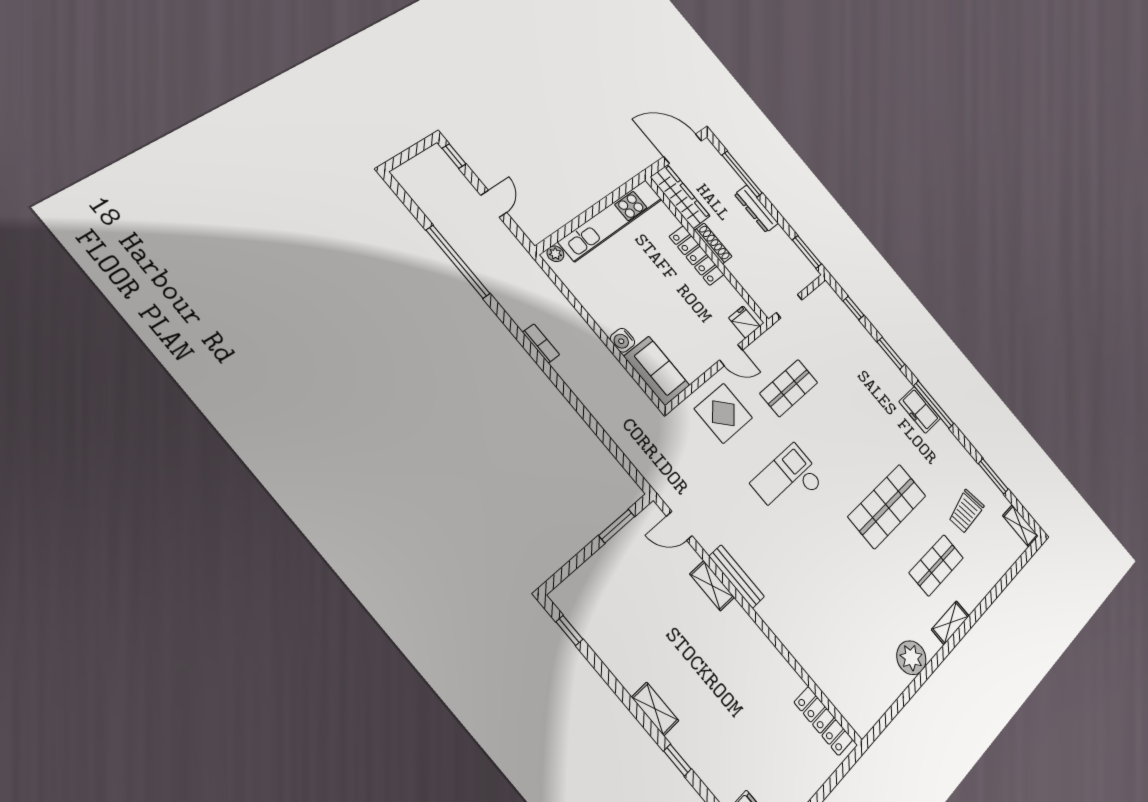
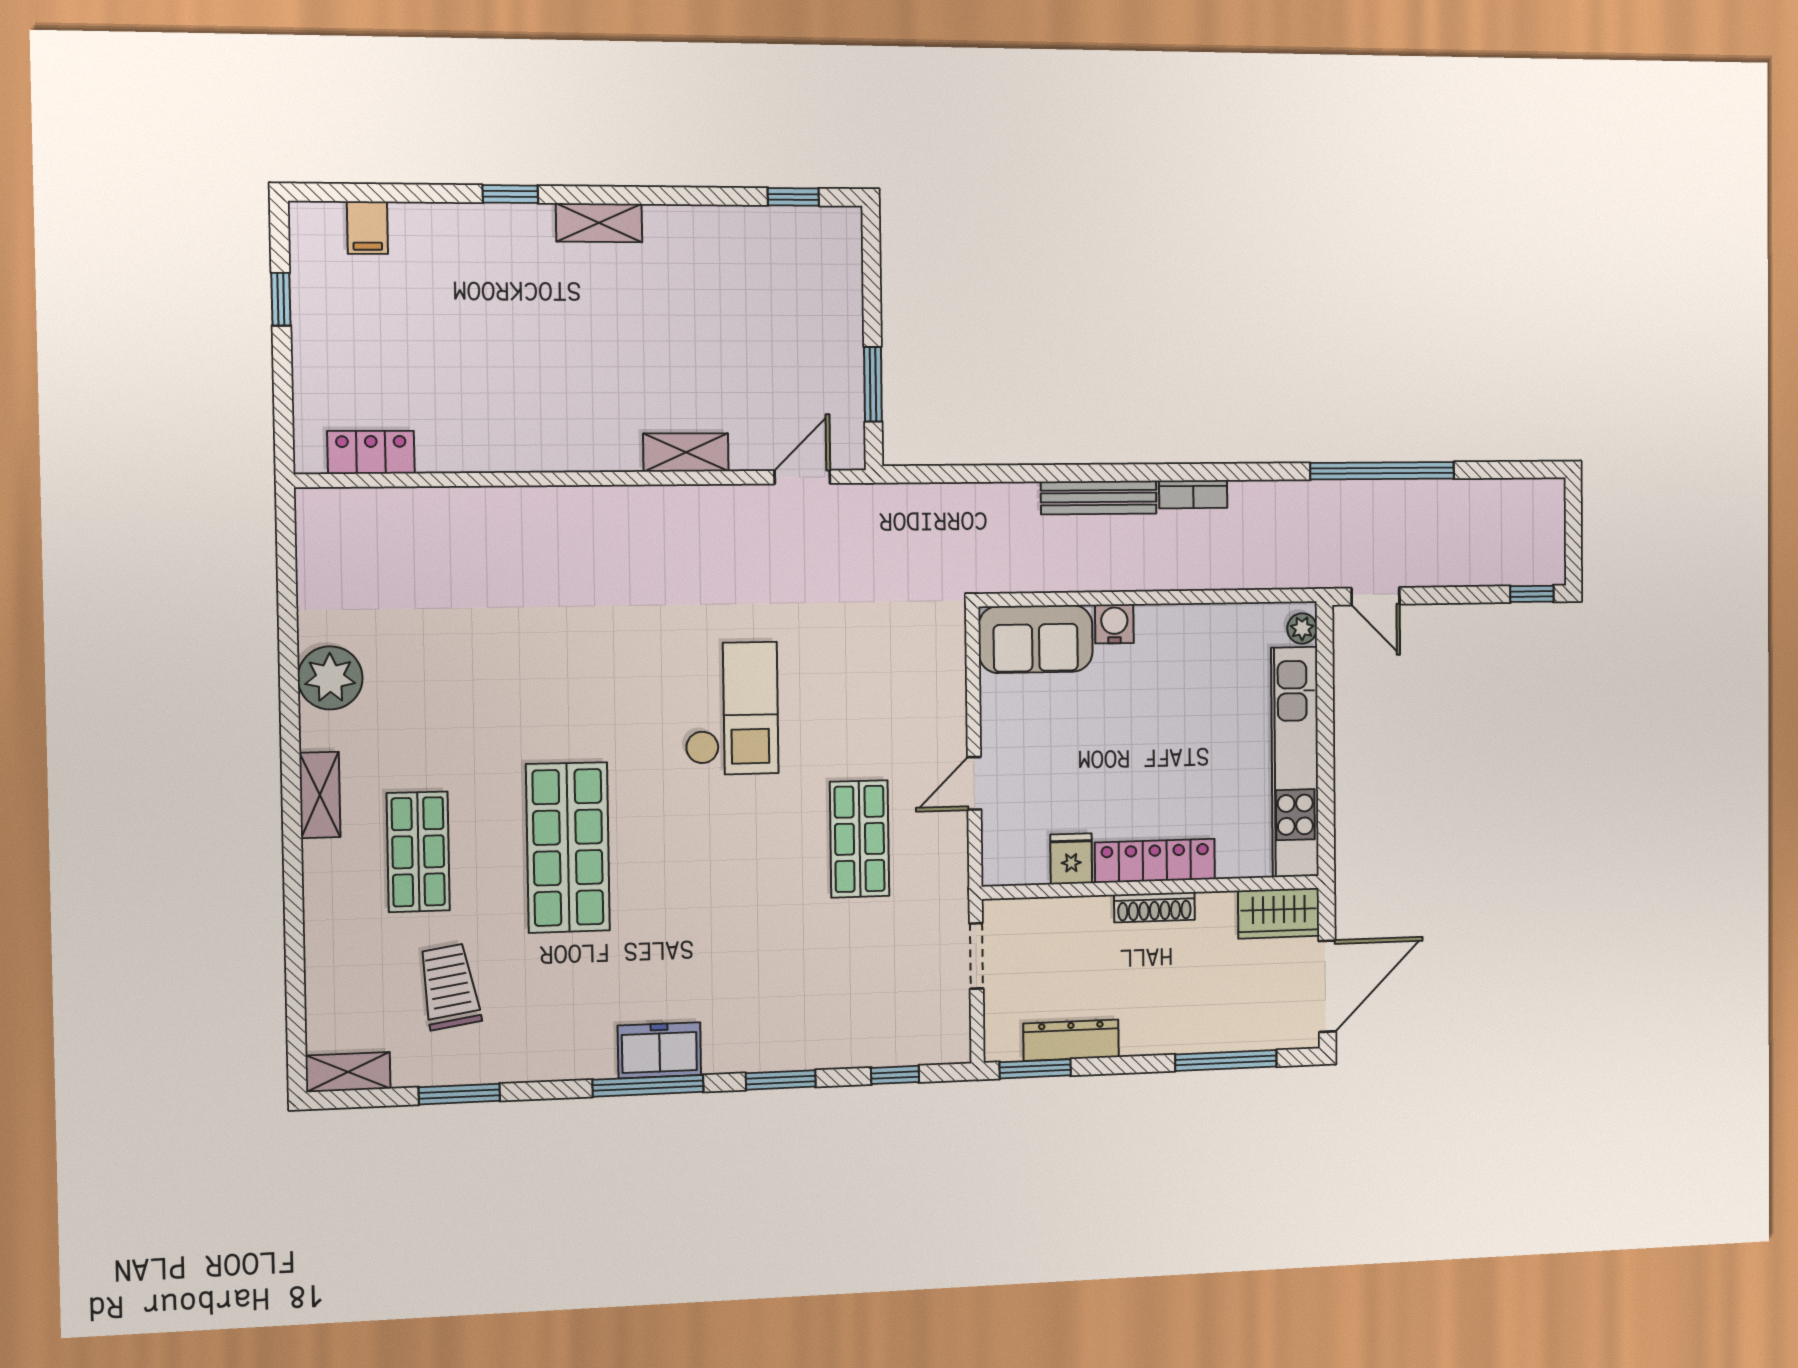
wardrobe: (680, 197) -> (1279, 913), width x0.67
door: (494, 204) -> (1375, 596), moved
dresser: (756, 209) -> (1071, 1040), moved
fridge: (744, 322) -> (1071, 859), moved, turned -90
display table: (723, 413) -> (902, 692), removed
bench: (737, 577) -> (1099, 498), moved
locker: (823, 721) -> (371, 452), width x0.66

